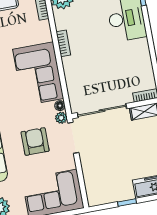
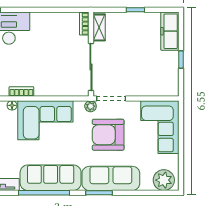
floor lamp: (60, 106) -> (12, 105), moved
armchair: (35, 141) -> (108, 135), width x1.36, depth x1.36

